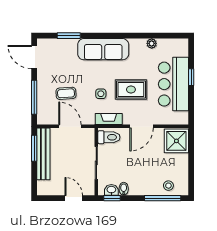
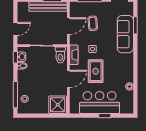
sofa: (103, 49) -> (125, 34), moved
door: (141, 126) -> (68, 79), swing flipped

